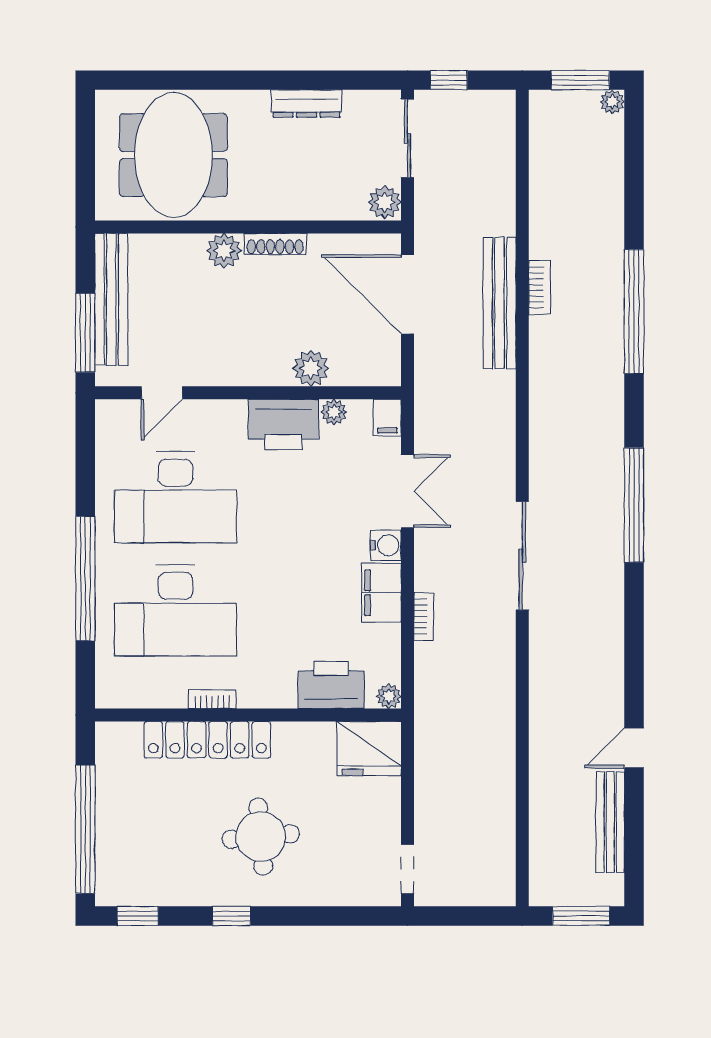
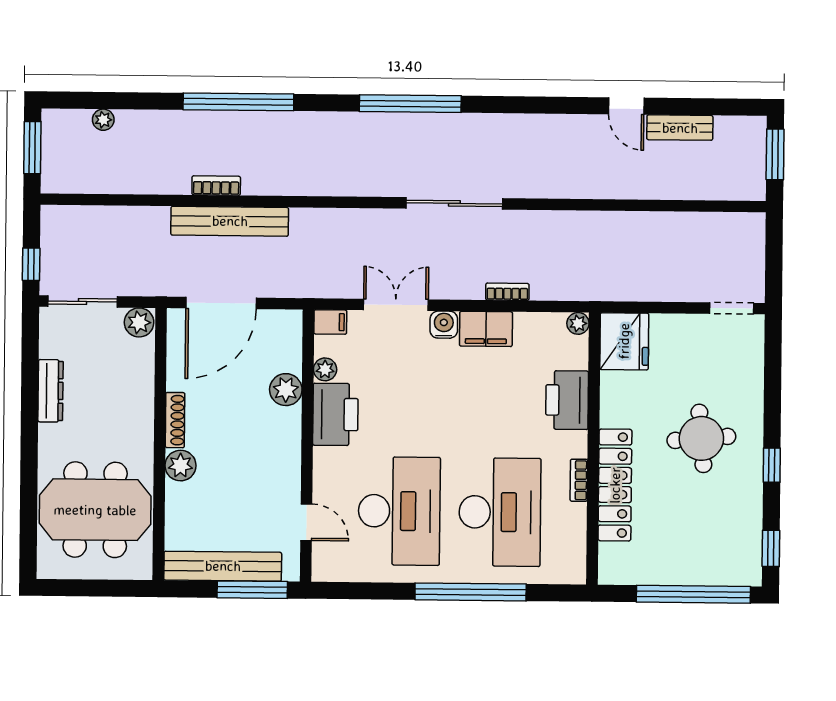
plant: (612, 102) -> (103, 120), moved
printer: (331, 685) -> (567, 400), moved
bench: (610, 822) -> (680, 128), width x0.73

